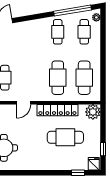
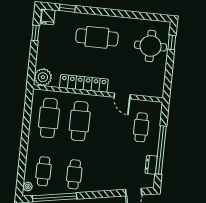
door: (24, 103) -> (122, 96), swing flipped
cafe table: (65, 137) -> (97, 37), moved

